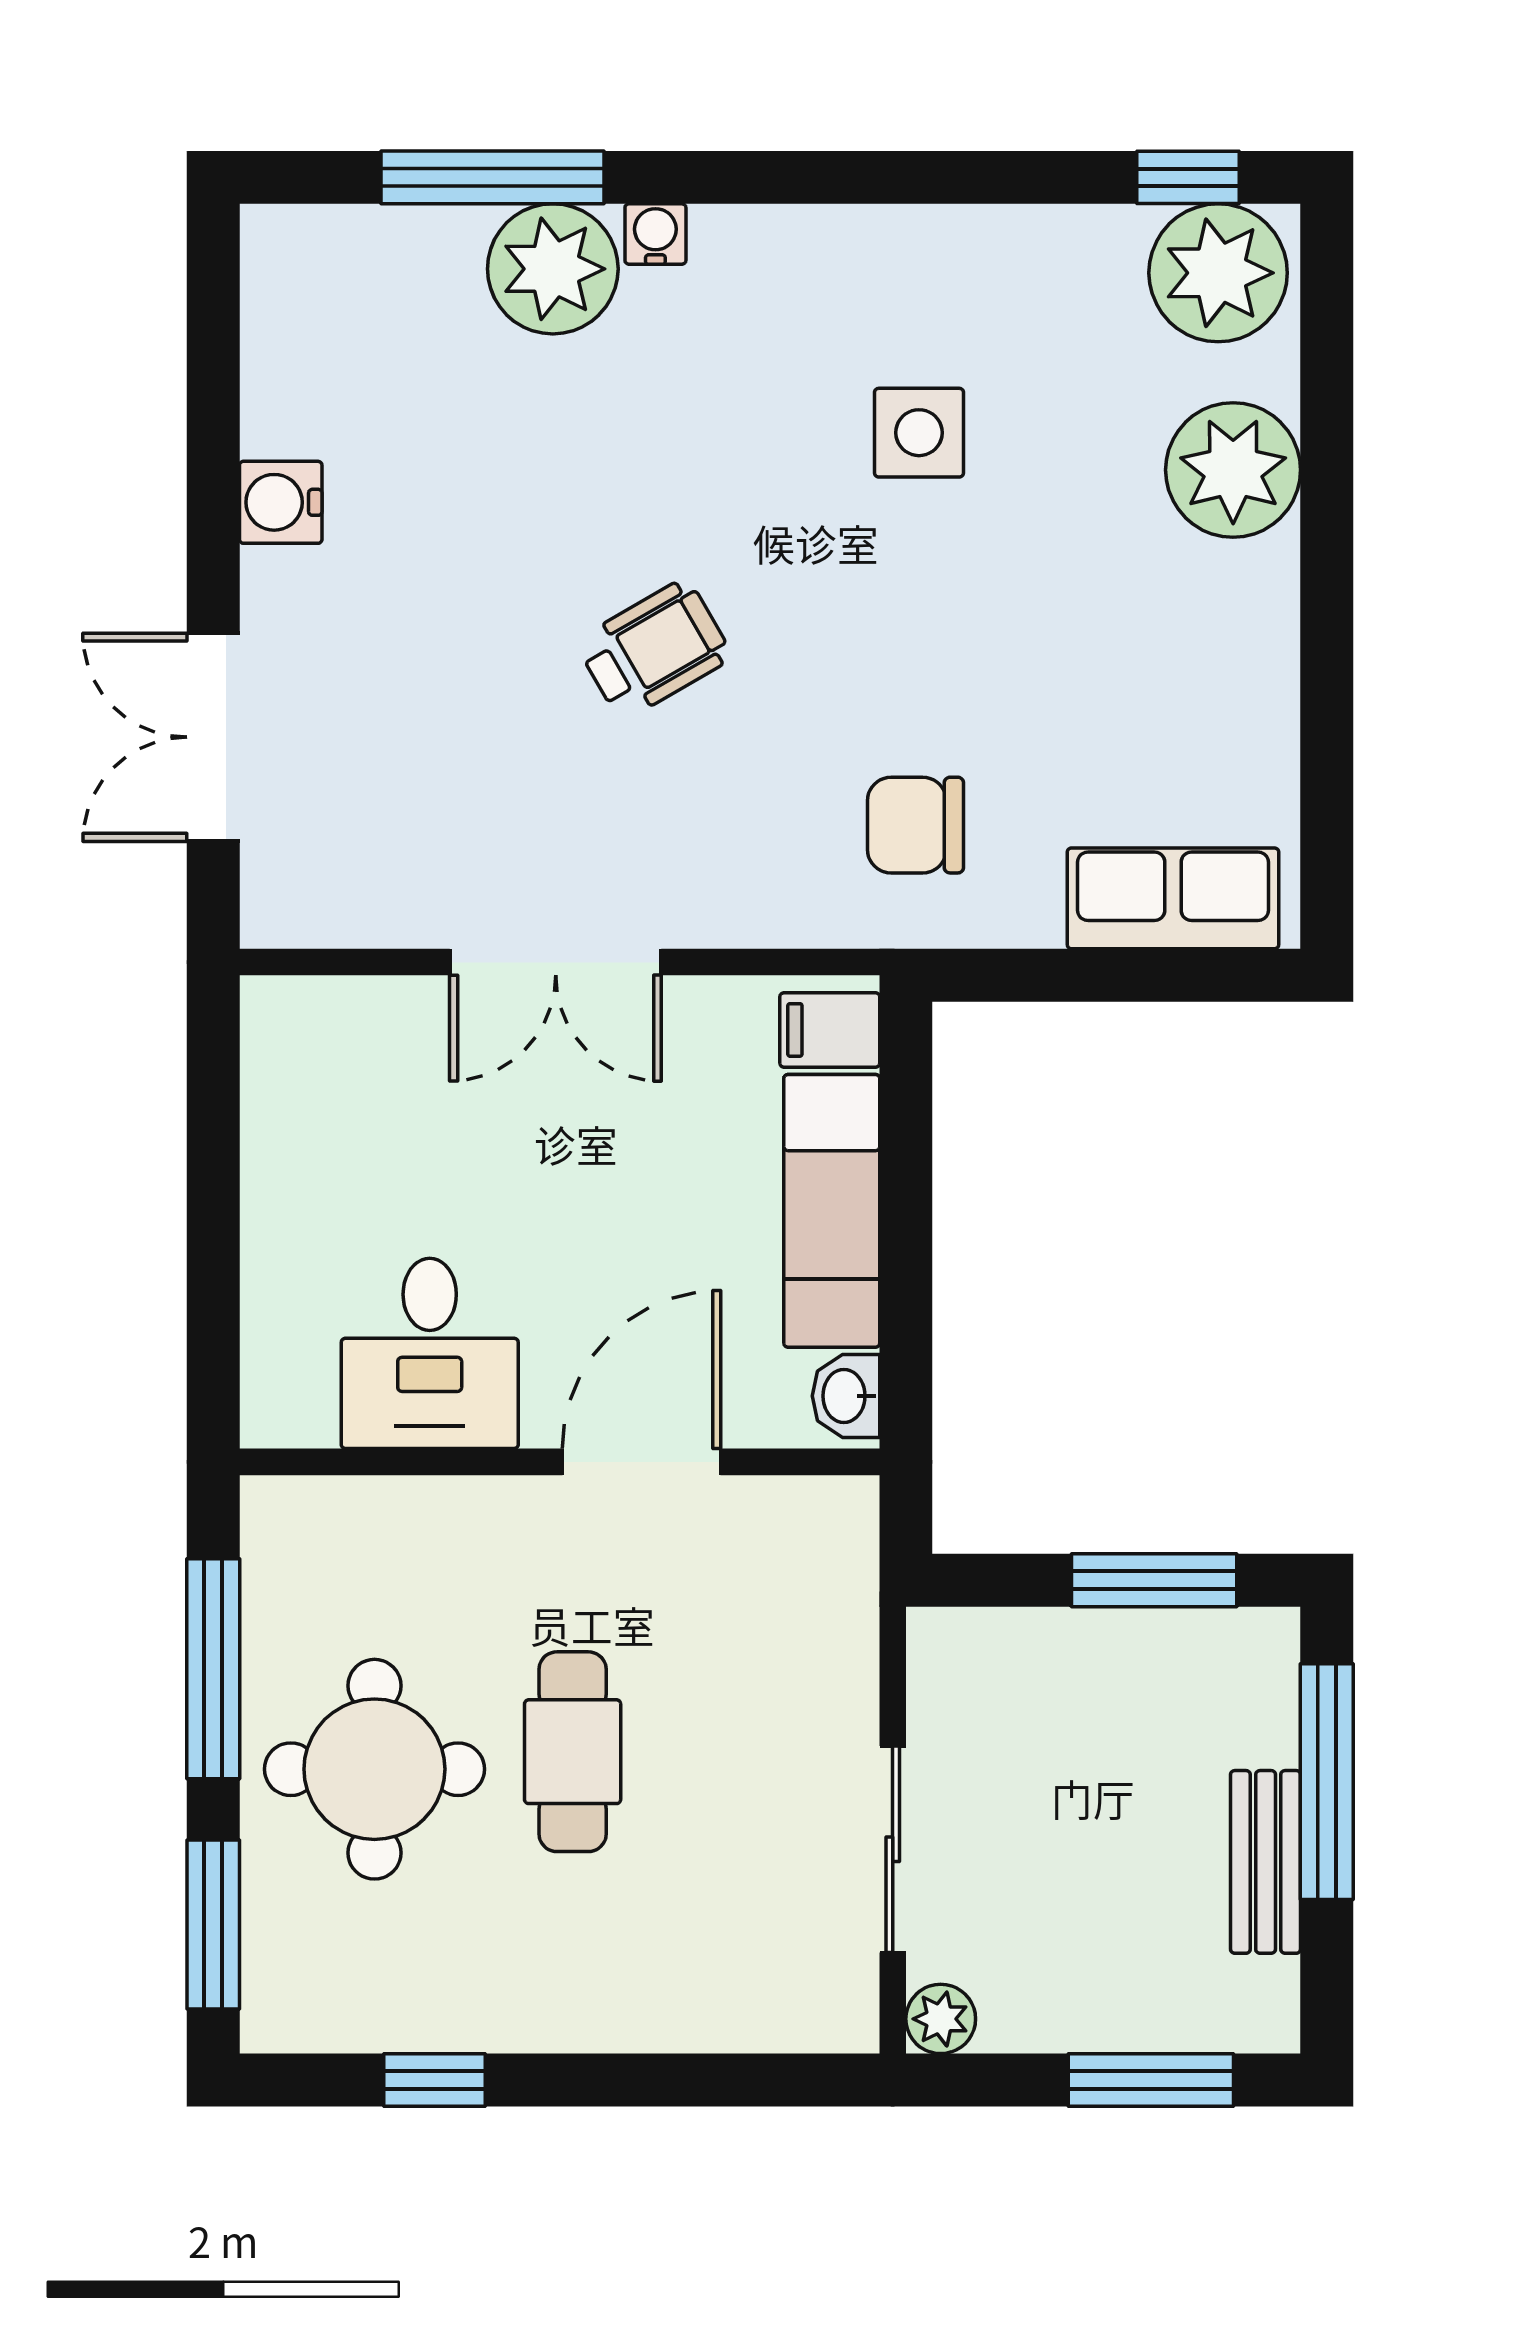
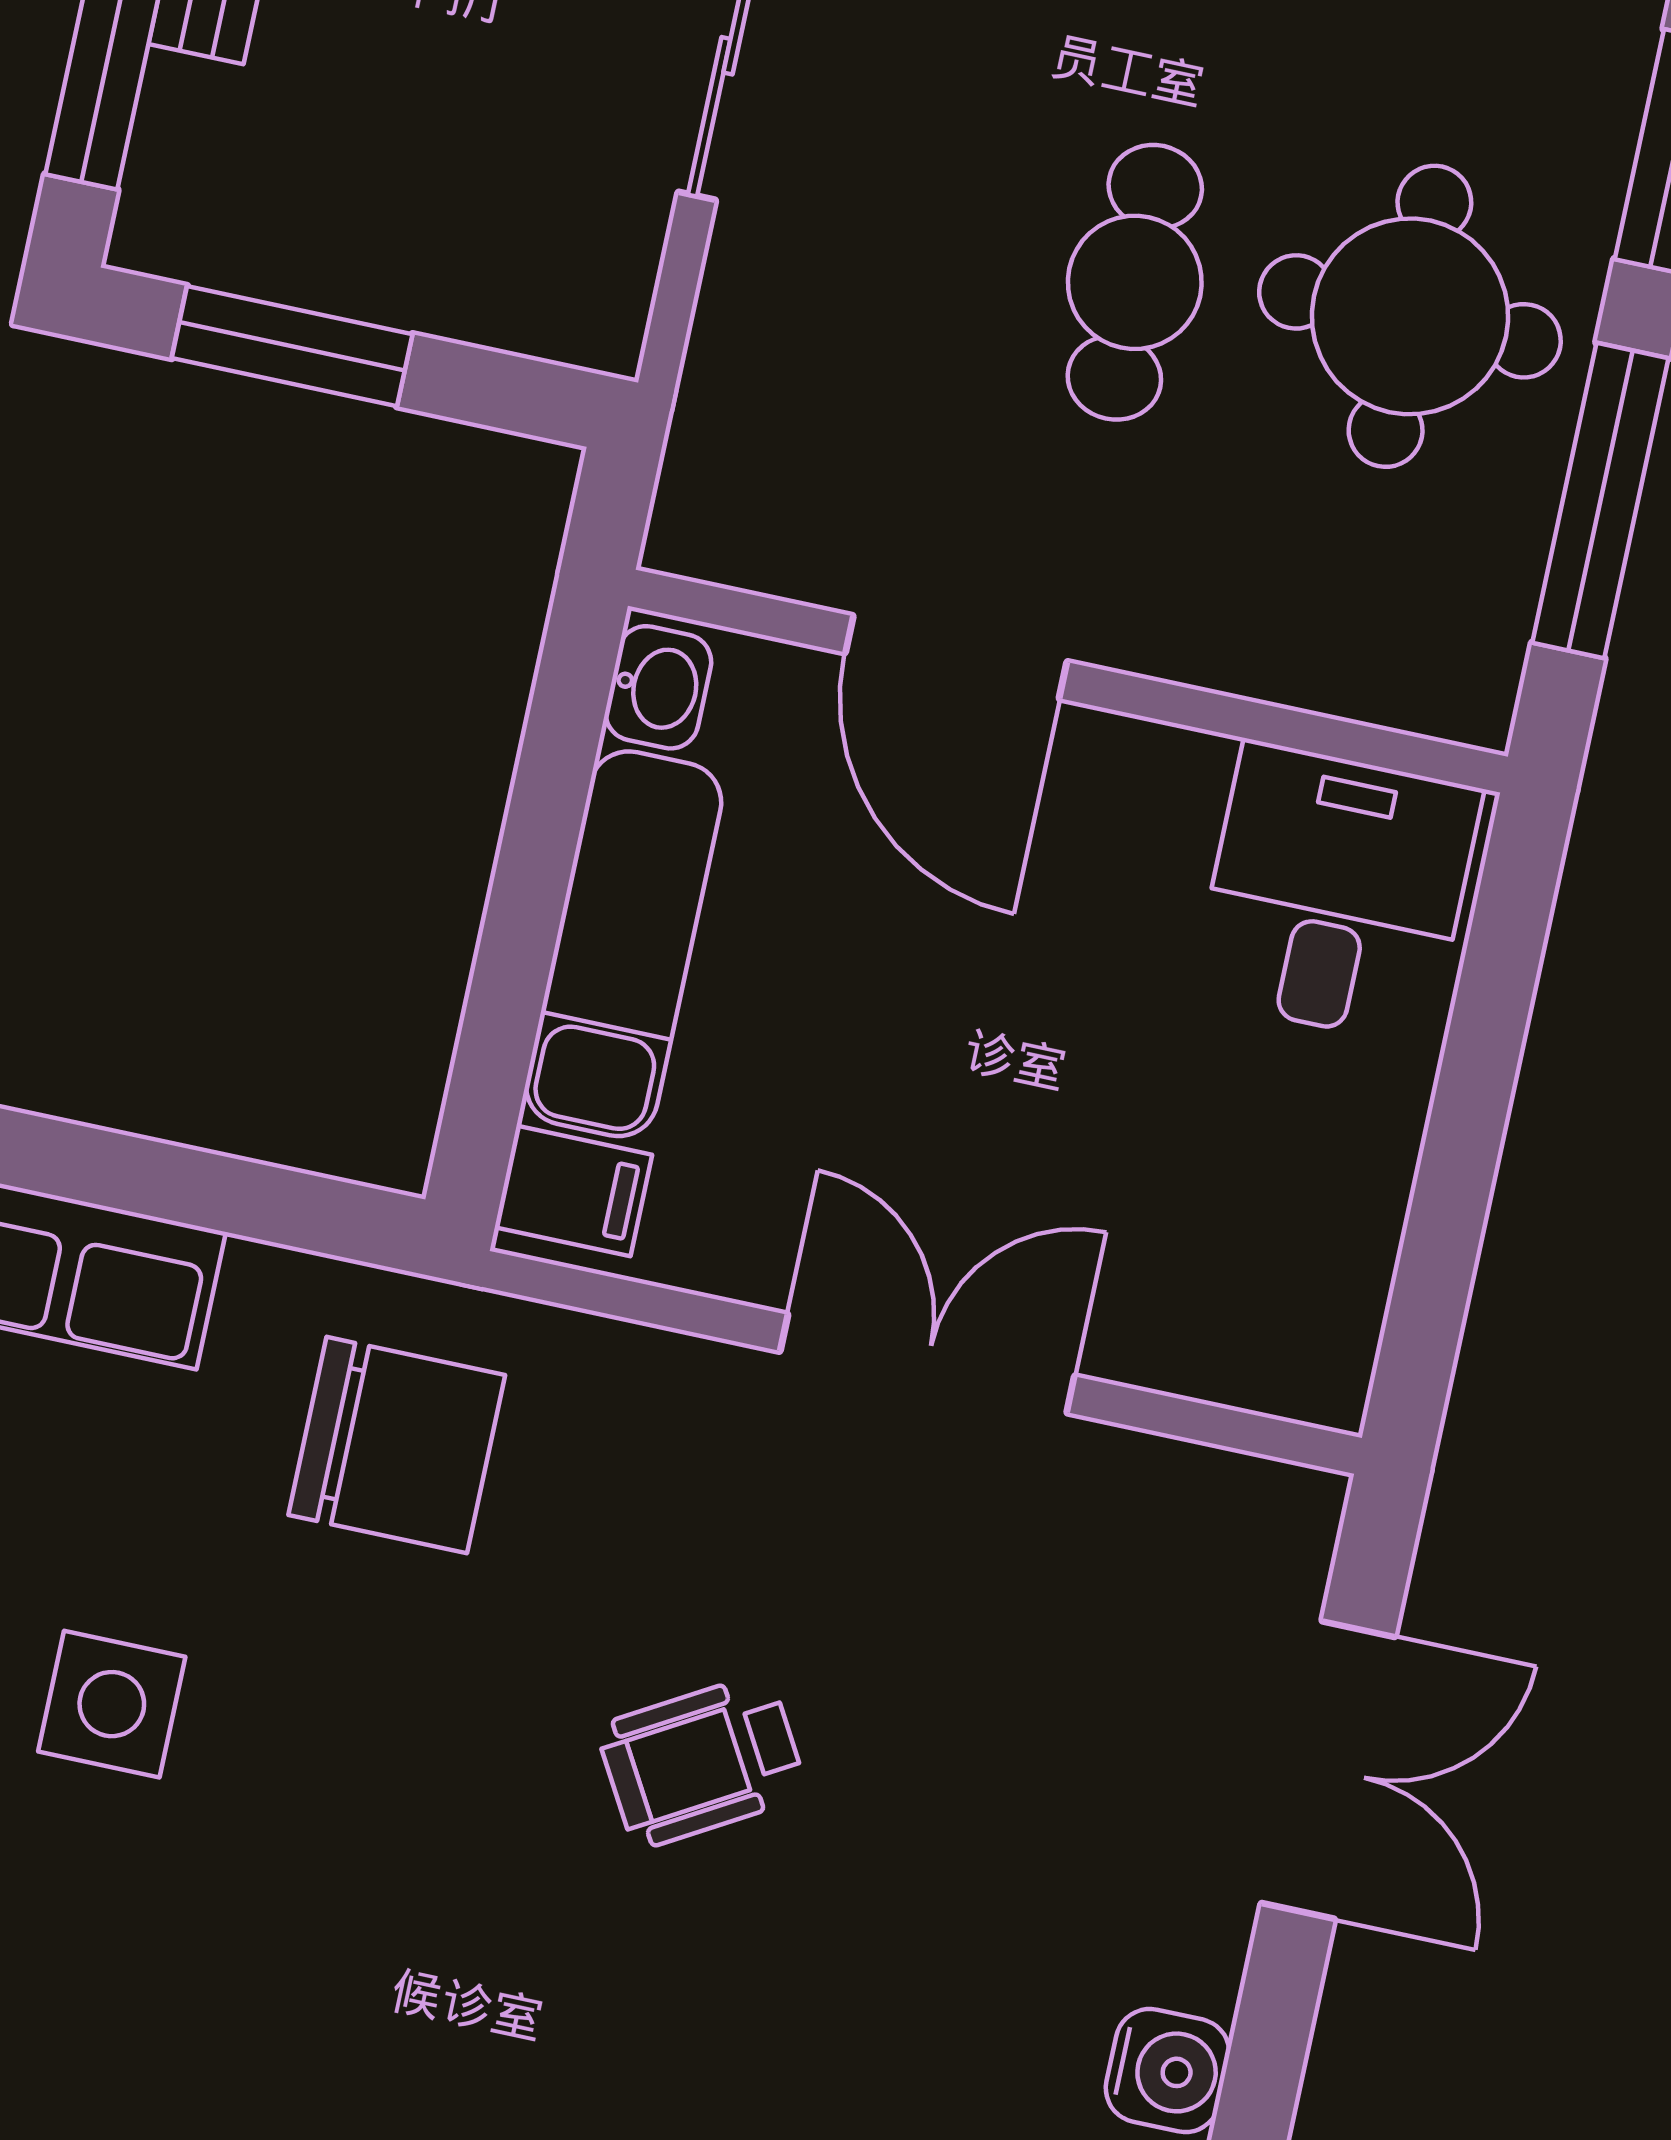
side table: (919, 433) -> (112, 1704), moved
chair: (916, 825) -> (397, 1445), width x1.37, depth x1.37
desk: (430, 1353) -> (1336, 893), moved
door: (642, 1462) -> (956, 657), hinge flipped

